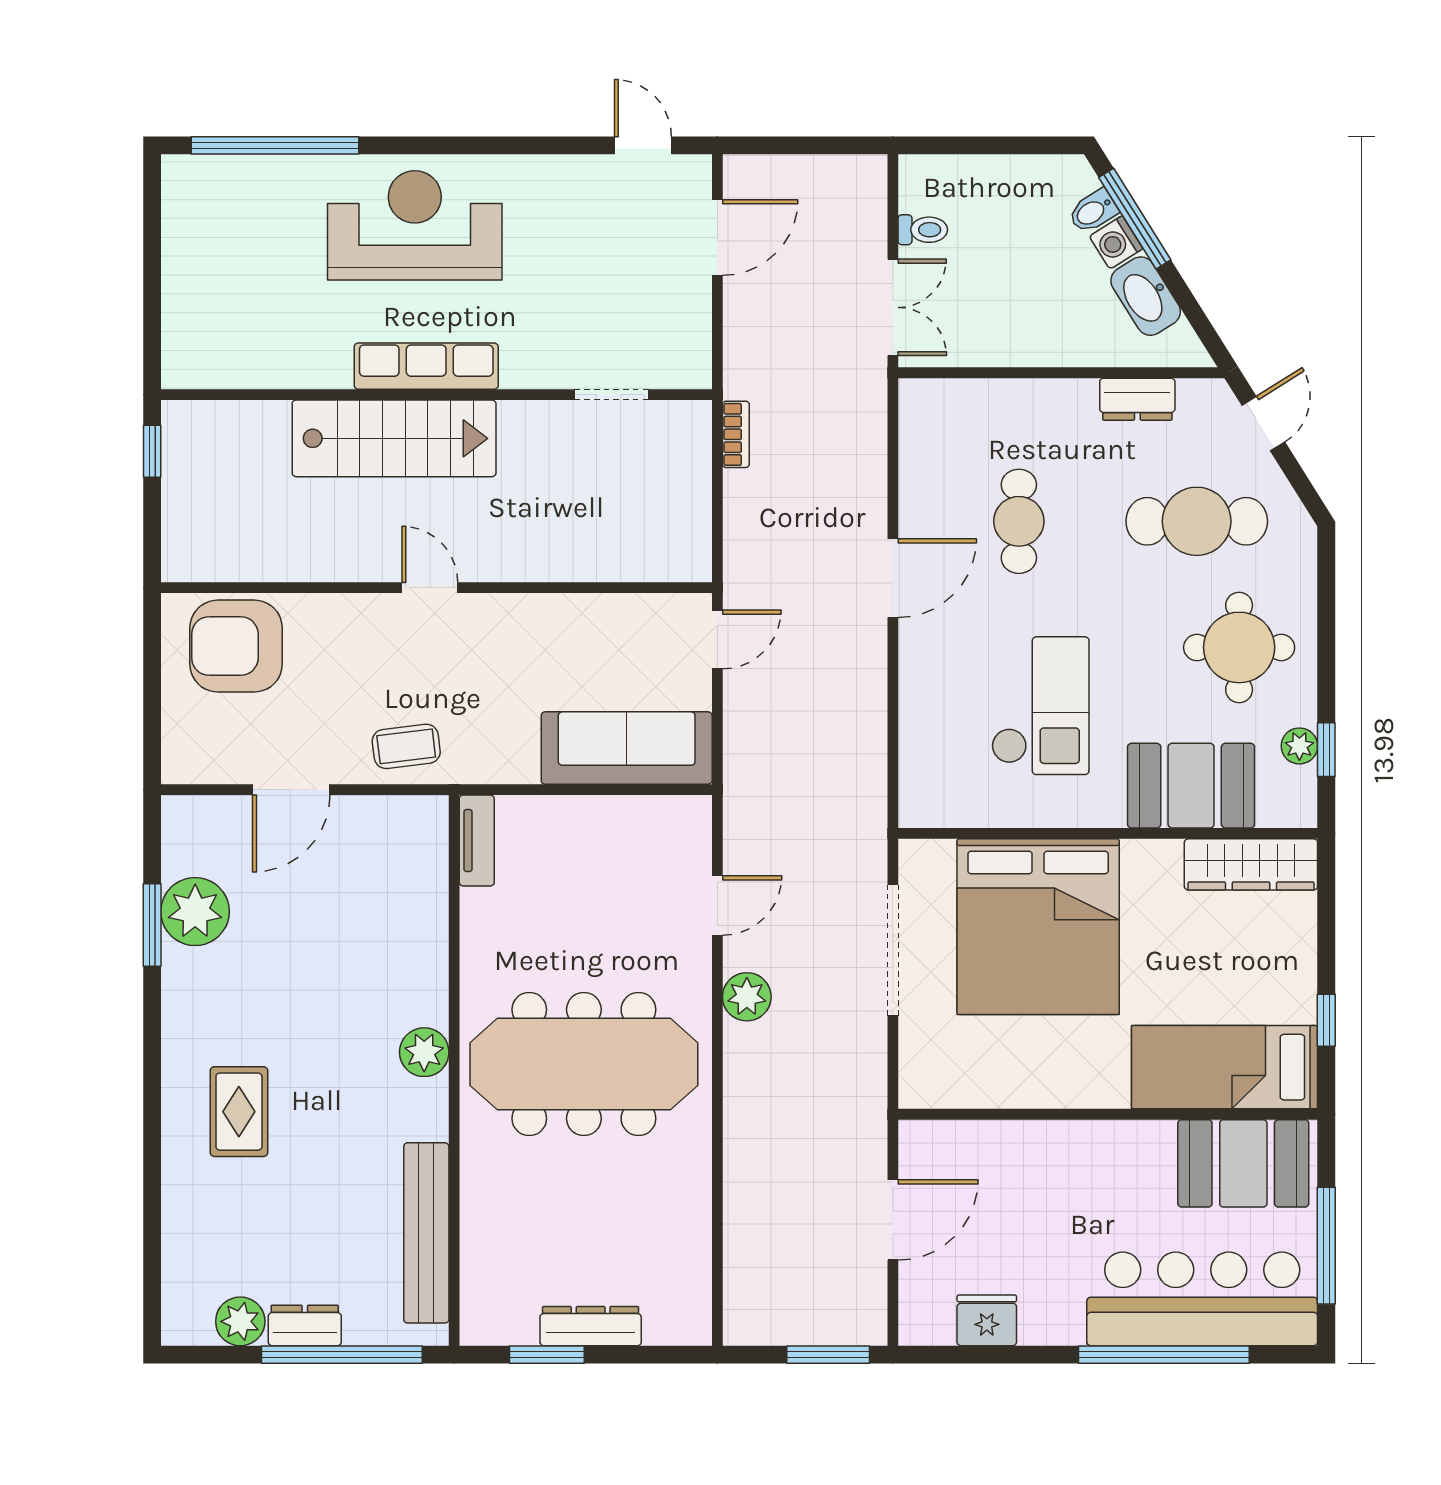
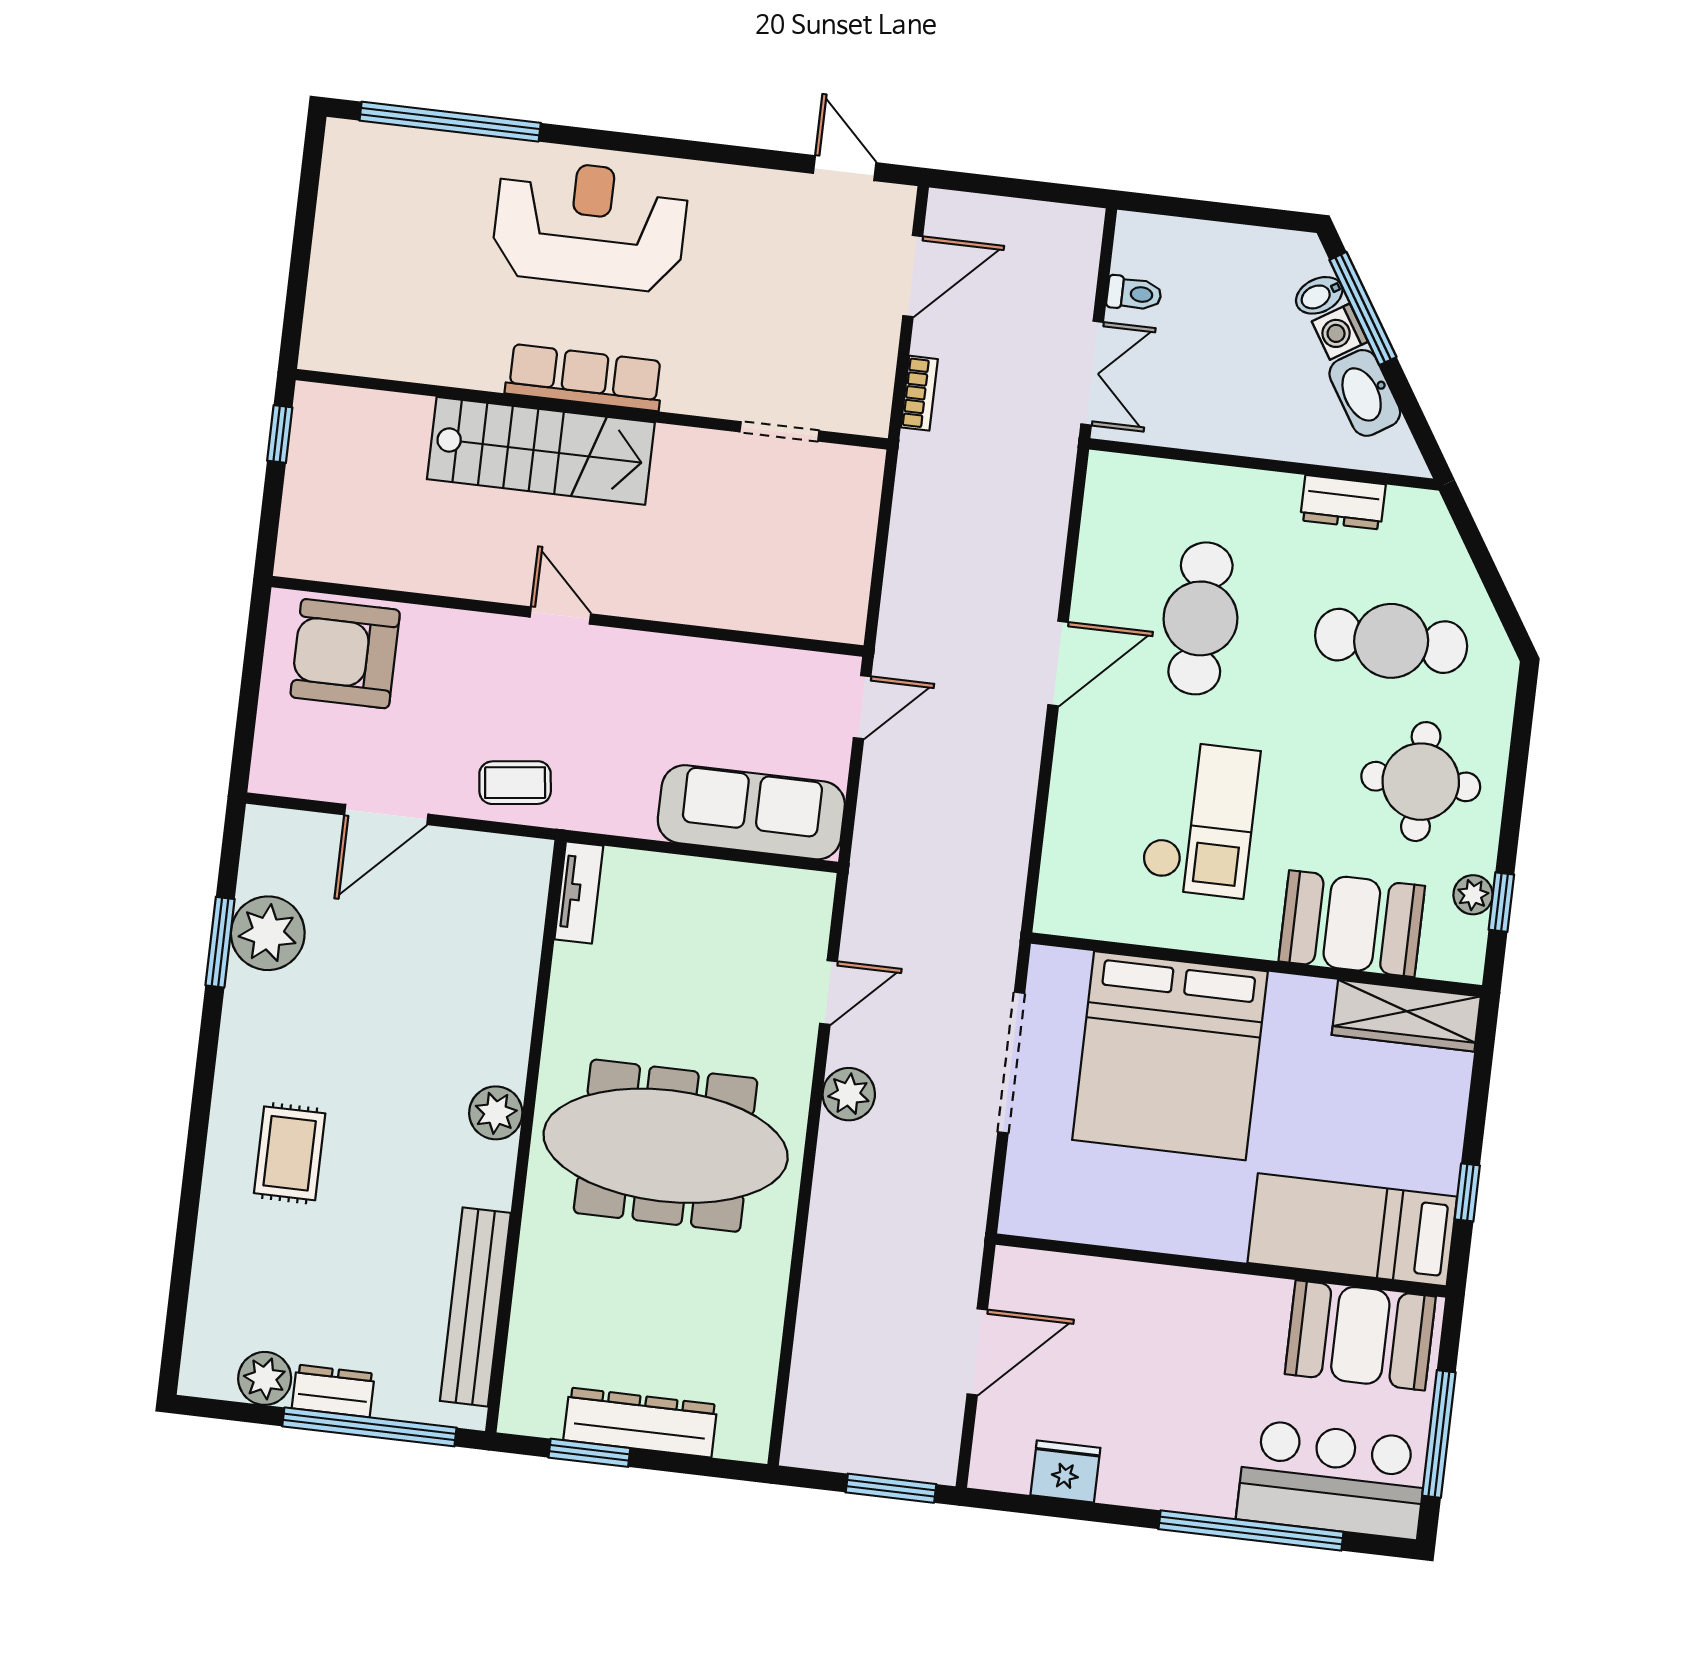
door: (1263, 424) -> (1475, 545), removed
bookcase: (736, 434) -> (919, 393), moved
cafe table: (1019, 521) -> (1200, 618), width x1.37, depth x1.35
bar counter: (1202, 1299) -> (1332, 1479), width x0.73
dresser: (591, 1326) -> (640, 1422), width x1.37, depth x1.24

